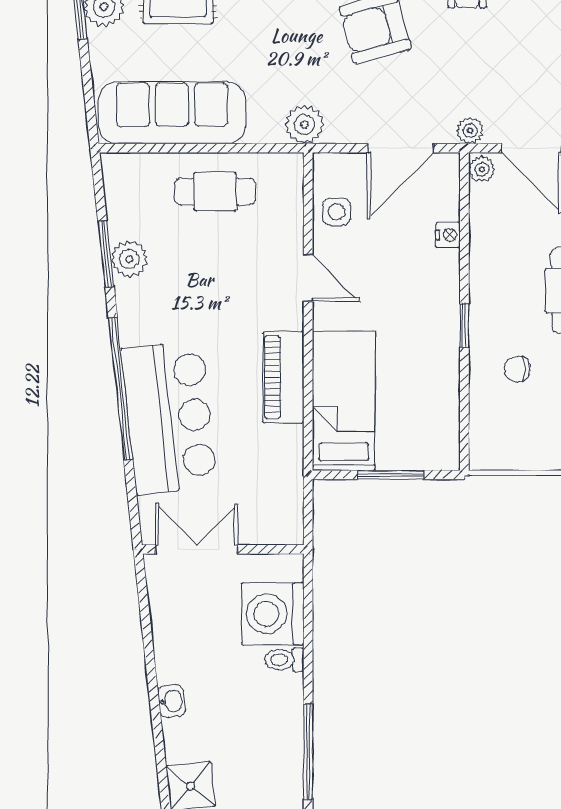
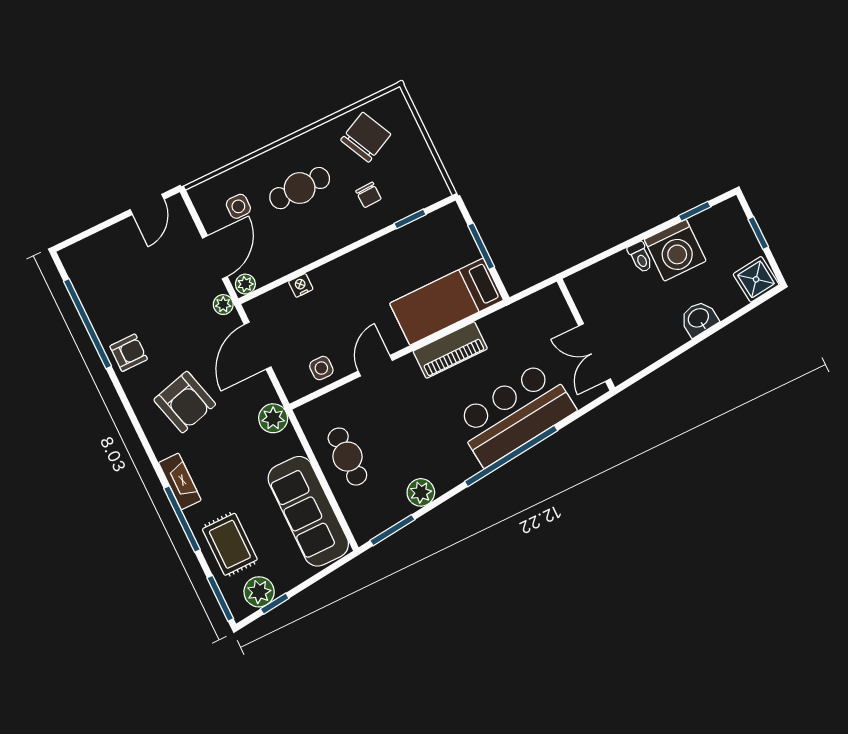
door: (401, 148) -> (258, 346), swing flipped
window: (106, 254) -> (392, 530), moved
window: (464, 326) -> (410, 219), moved
washing machine: (273, 614) -> (675, 250), moved
washbasin: (172, 701) -> (699, 319), width x1.38, depth x1.45
window: (308, 752) -> (695, 211), width x0.46

